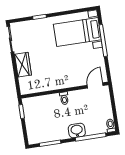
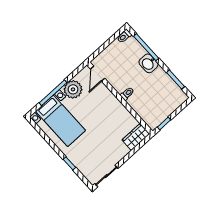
plant: (96, 58) -> (73, 89), added
wardrobe: (23, 65) -> (136, 137), moved
door: (95, 85) -> (98, 74), hinge flipped

